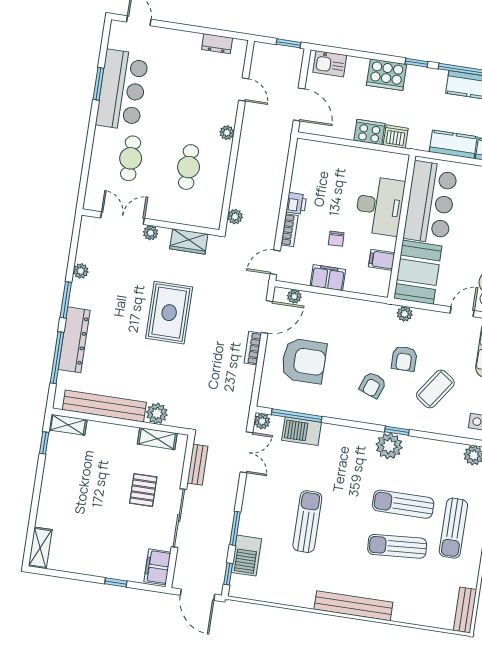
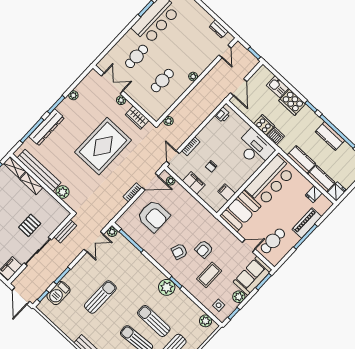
kitchen sink: (330, 64) -> (278, 87), moved
door: (244, 89) -> (225, 51), moved
printer: (296, 203) -> (223, 115), moved
desk: (380, 206) -> (255, 148), moved, turned -90
door: (275, 262) -> (173, 157), hinge flipped
rug: (169, 313) -> (103, 146), width x1.37, depth x1.44
plant: (405, 314) -> (220, 227), removed
coffee table: (435, 389) -> (209, 275), turned -35
barbecue: (302, 431) -> (128, 250), removed
shelving: (157, 439) -> (31, 183), moved

